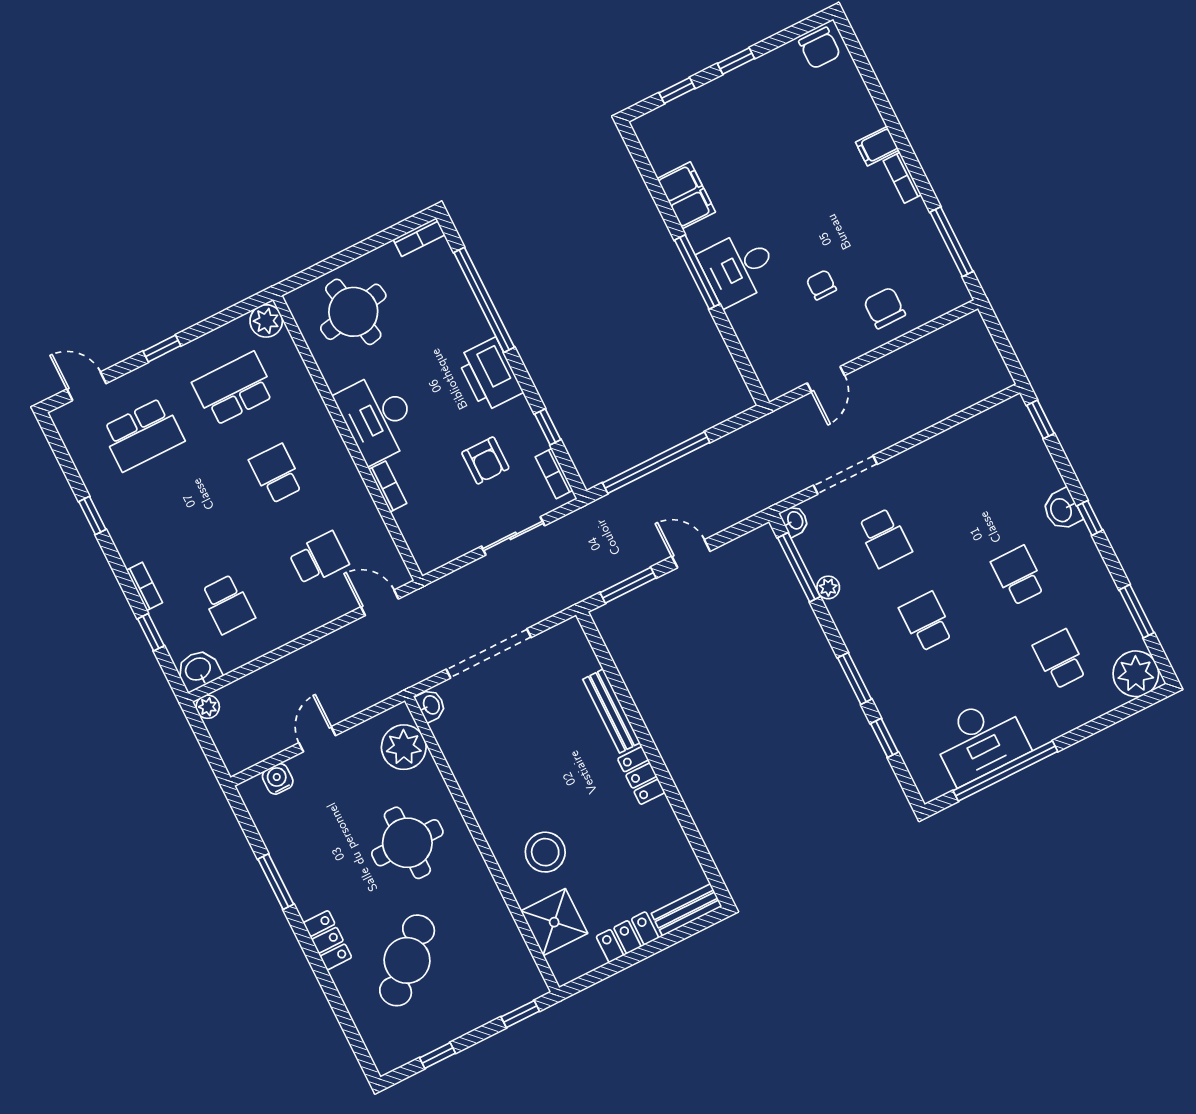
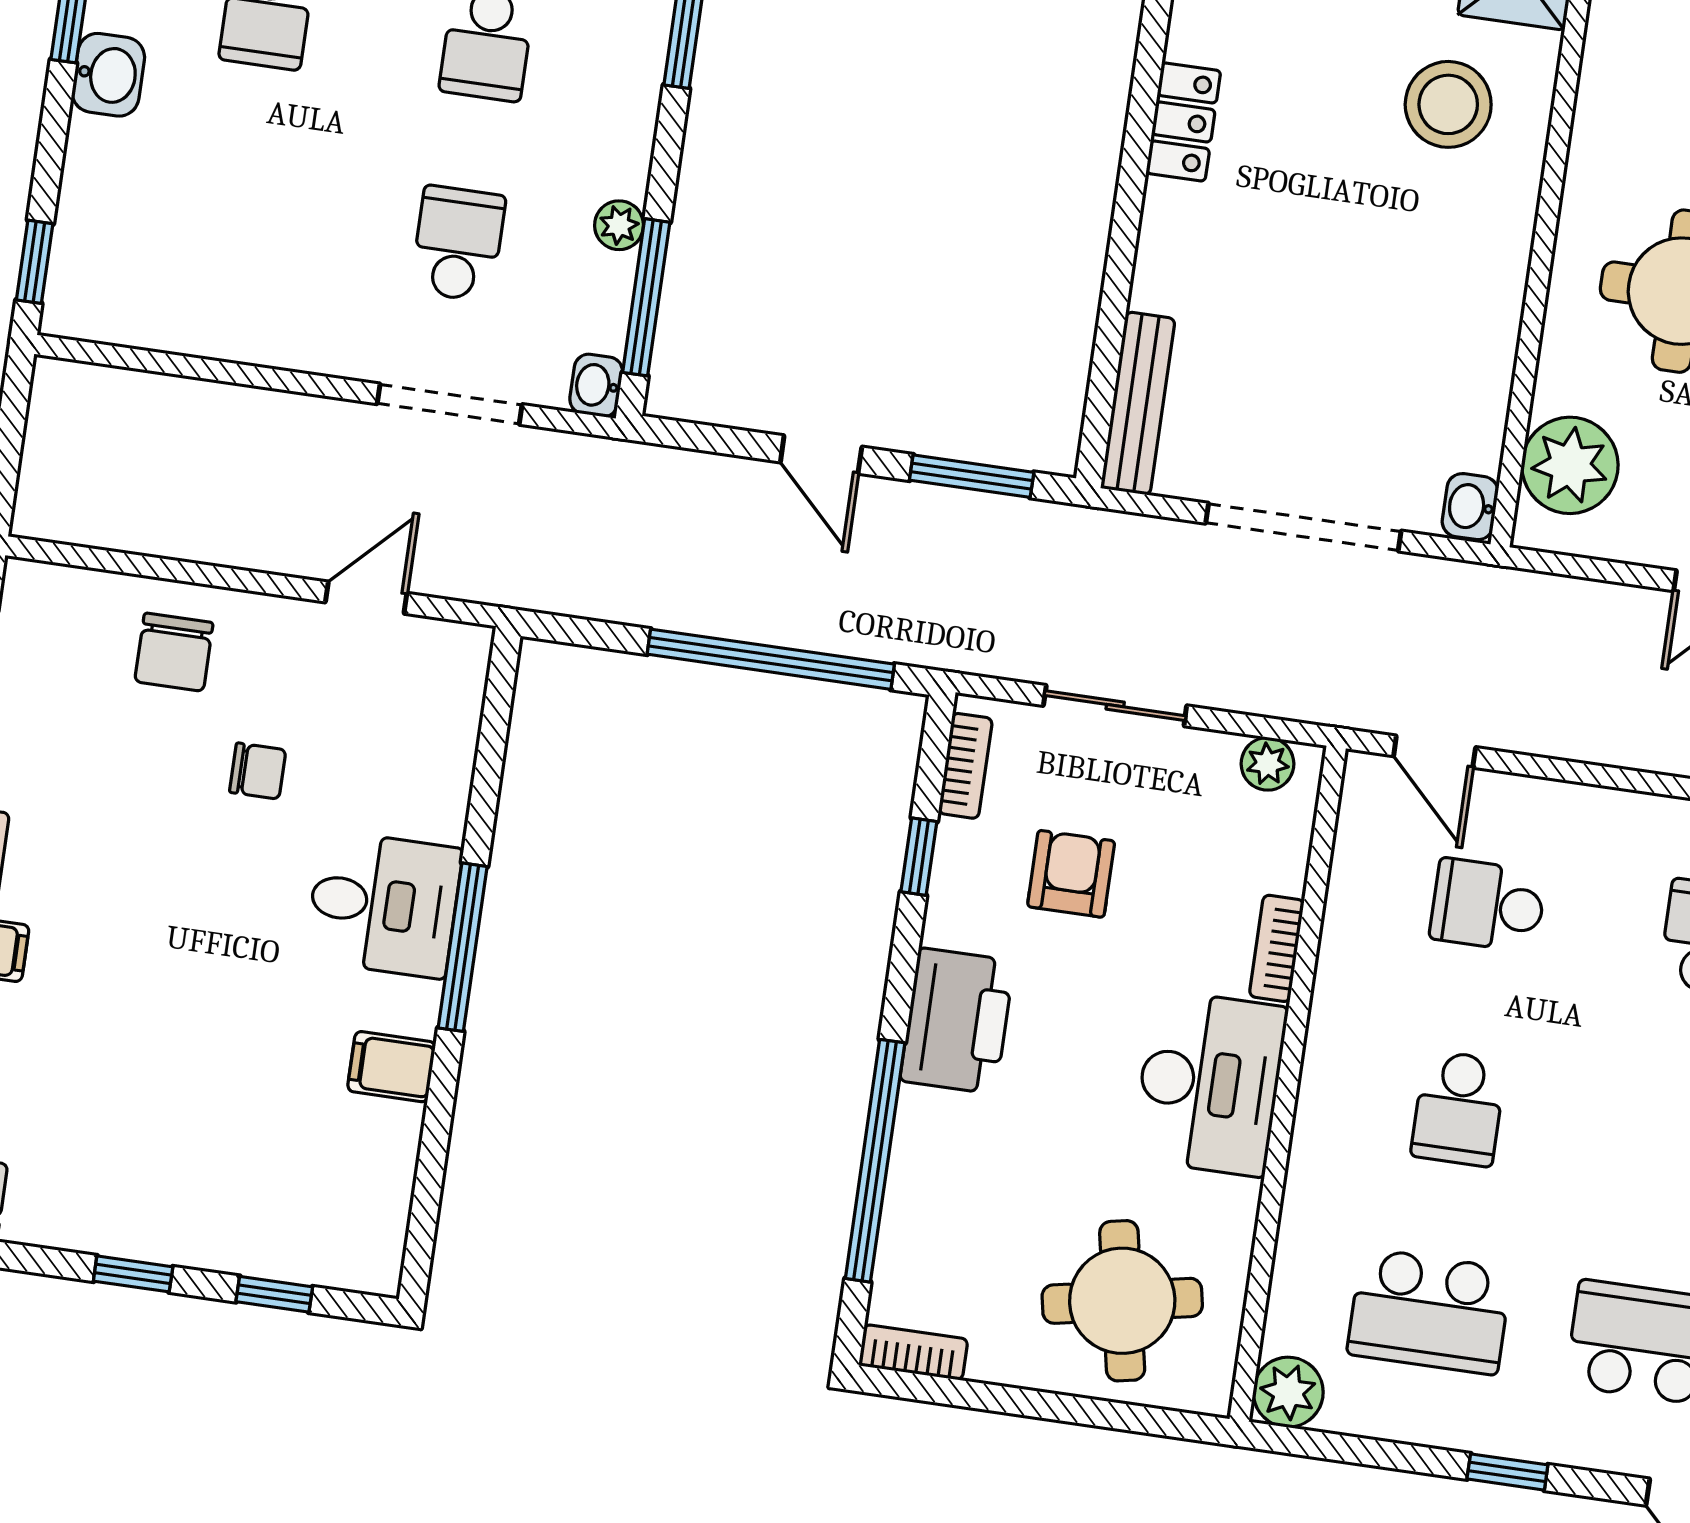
filing cabinet: (686, 195) -> (392, 1067), width x0.50
chair: (821, 285) -> (258, 771), turned -90
plant: (440, 554) -> (1268, 764), added
bench: (611, 711) -> (1138, 403), moved

